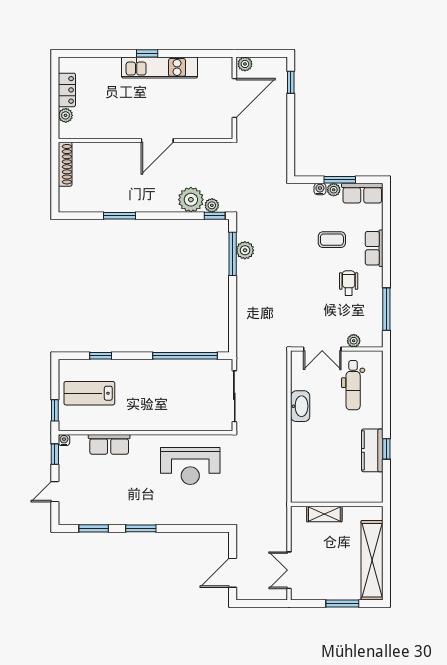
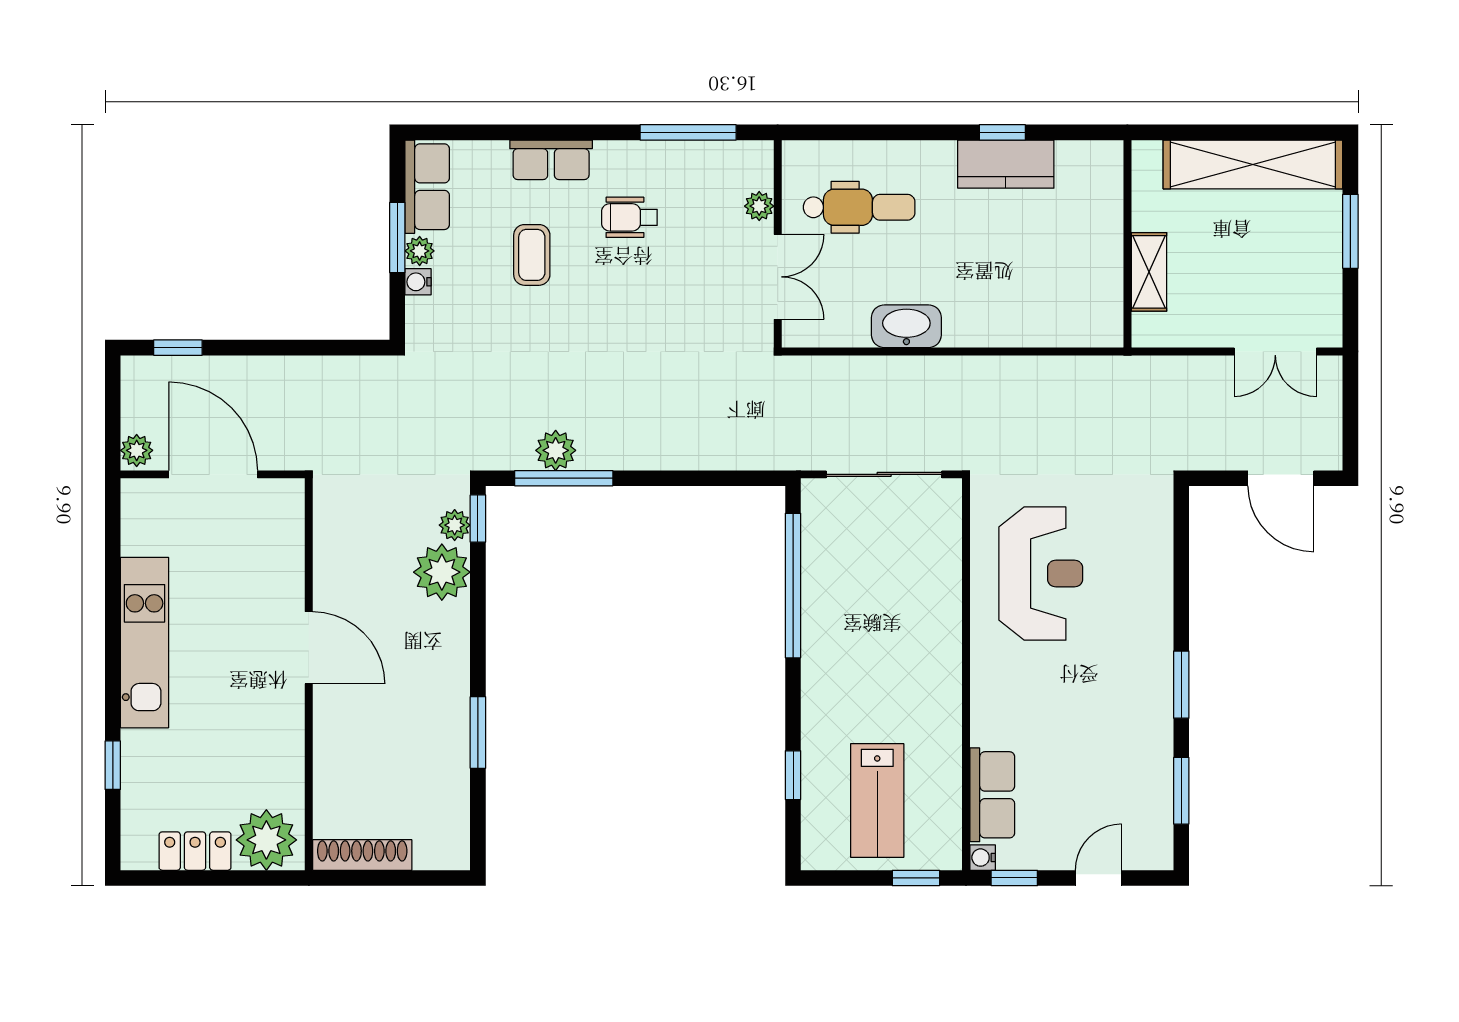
window: (147, 53) -> (113, 765), moved
plant: (66, 115) -> (266, 840), width x1.88, depth x1.88
row of seats: (109, 444) -> (992, 795), moved
door: (55, 492) -> (1099, 878), swing flipped

